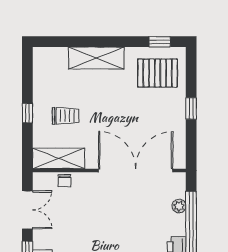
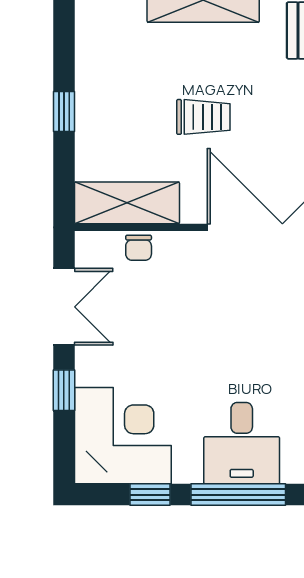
trolley: (65, 116) -> (203, 117), moved

